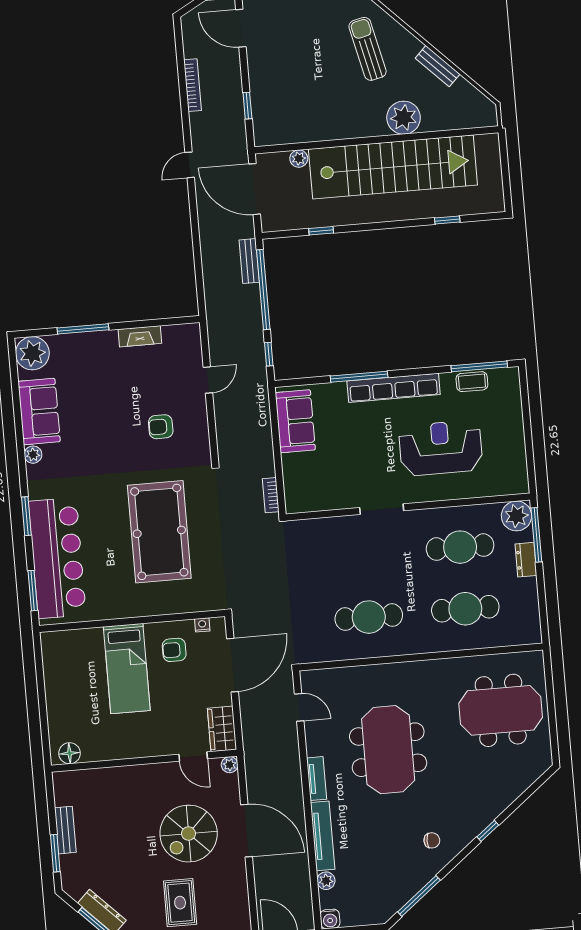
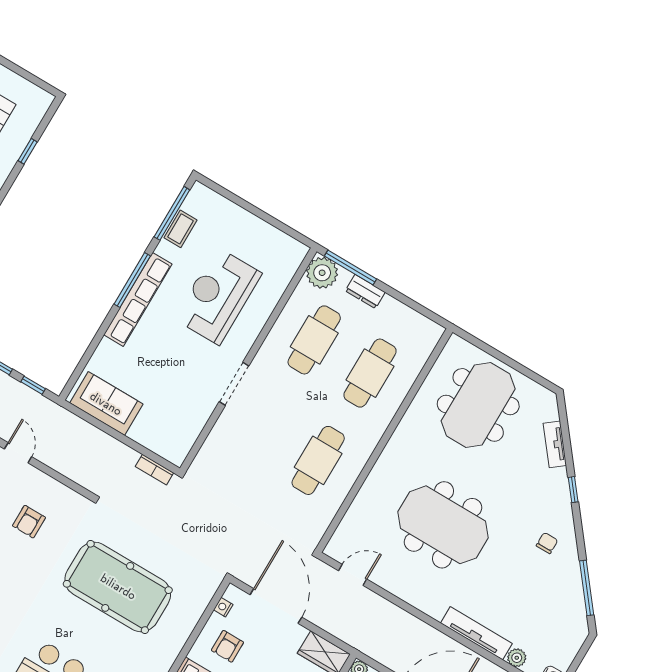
window: (359, 377) -> (132, 280), moved
tv unit: (317, 779) -> (555, 444), moved, turned -129

